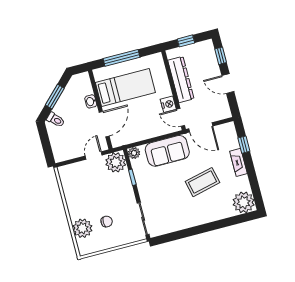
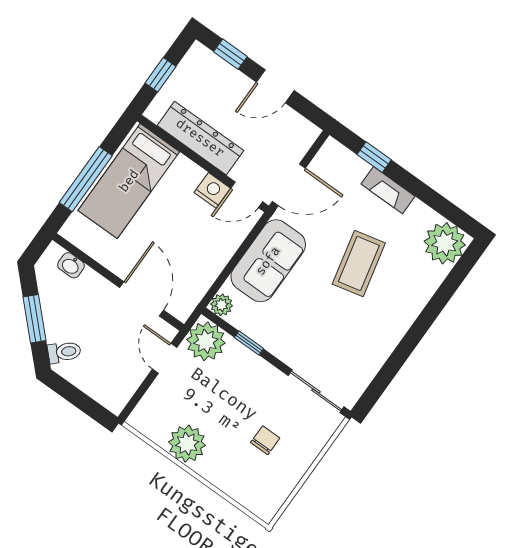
bed: (125, 87) -> (129, 181), moved, turned 180
washbasin: (91, 101) -> (71, 265), moved
plant: (82, 228) -> (187, 444), moved

